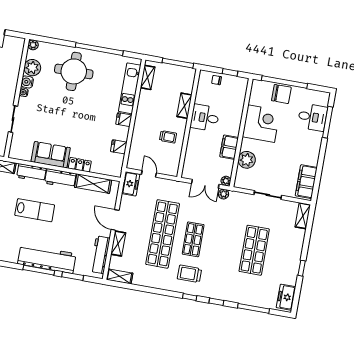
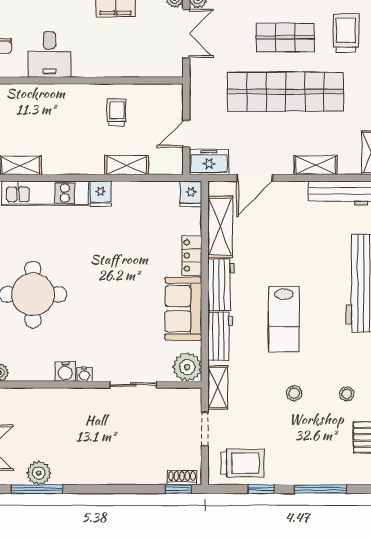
plant: (32, 68) -> (187, 367), moved
shelving: (184, 106) -> (127, 165), moved
desk: (205, 118) -> (49, 55), moved
fridge: (119, 147) -> (191, 194), moved
lab bench: (35, 210) -> (284, 319), turned 180
door: (115, 220) -> (255, 178), moved
trolley: (189, 274) -> (346, 33), turned 180

